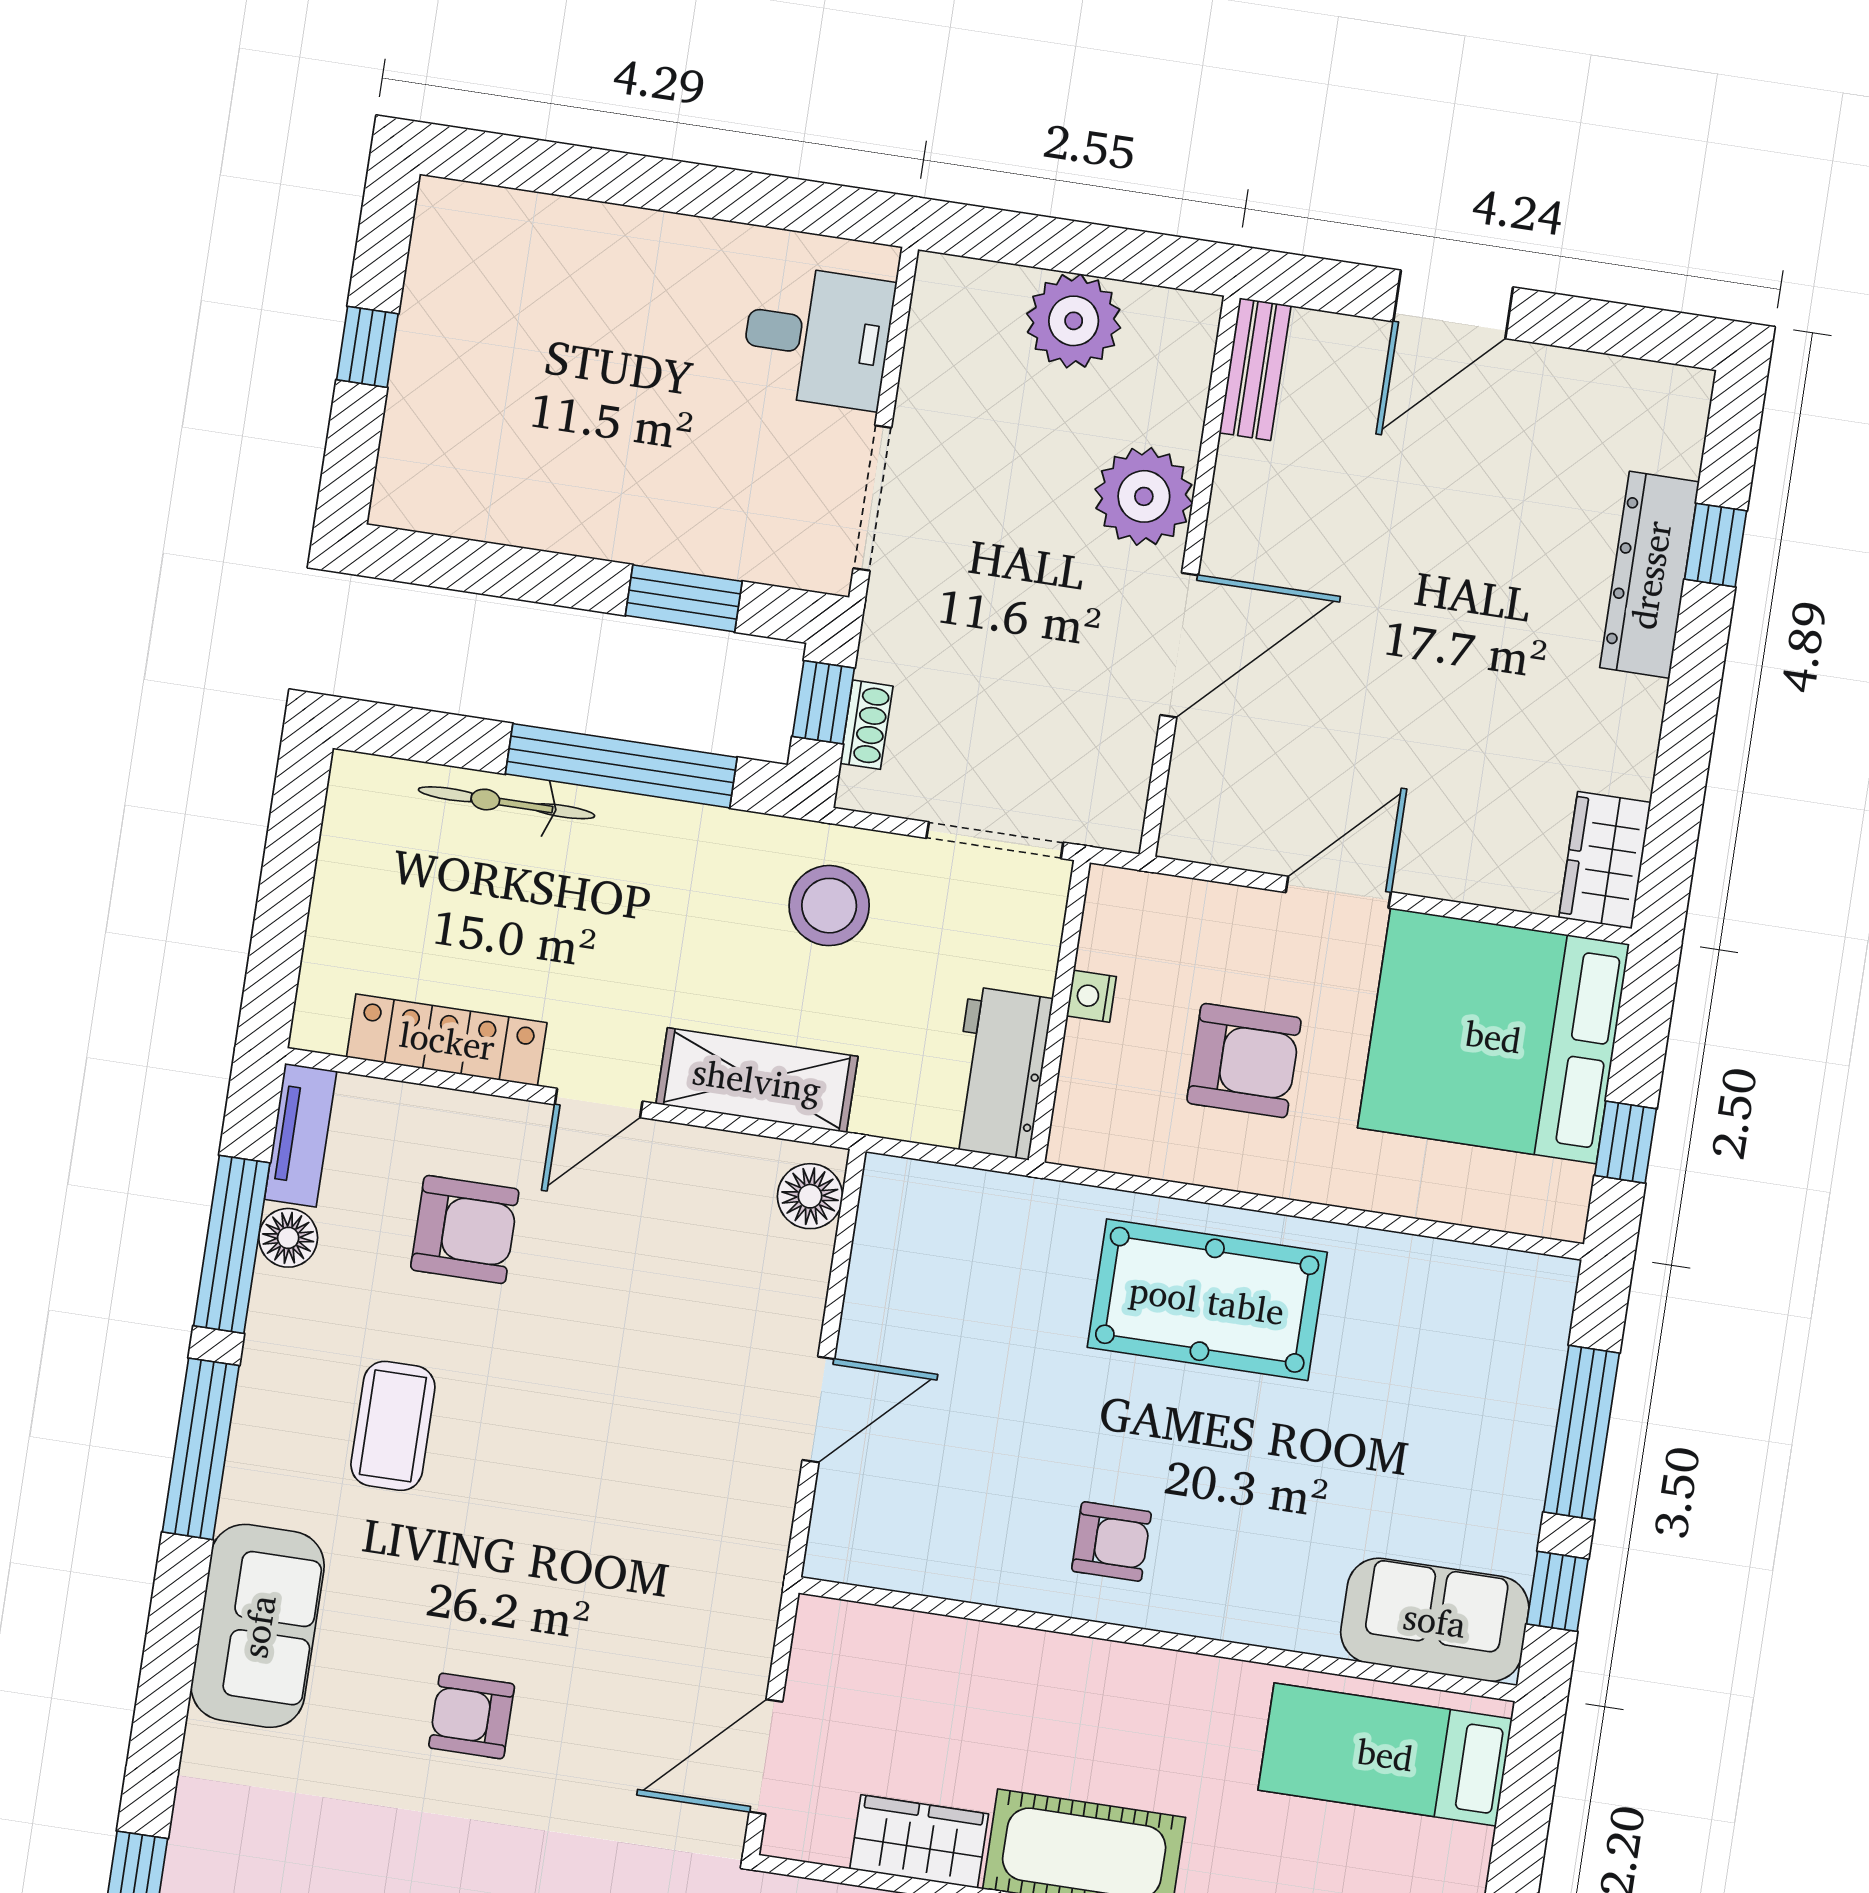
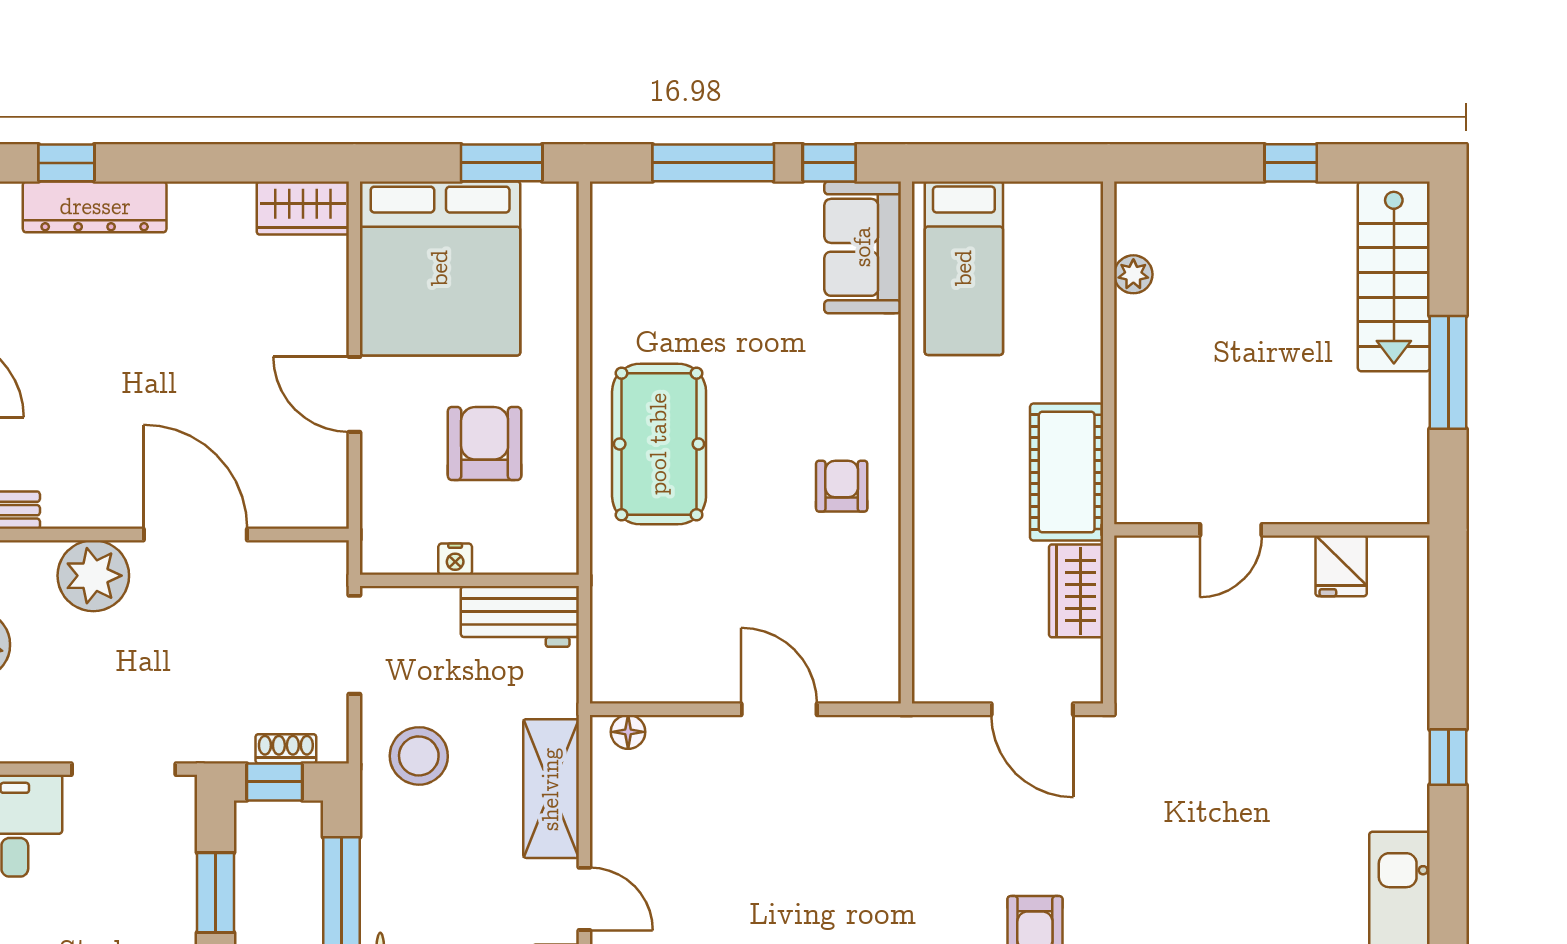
window: (1625, 1142) -> (502, 163), width x1.50
floor lamp: (810, 1196) -> (628, 732), width x0.73, depth x0.73

